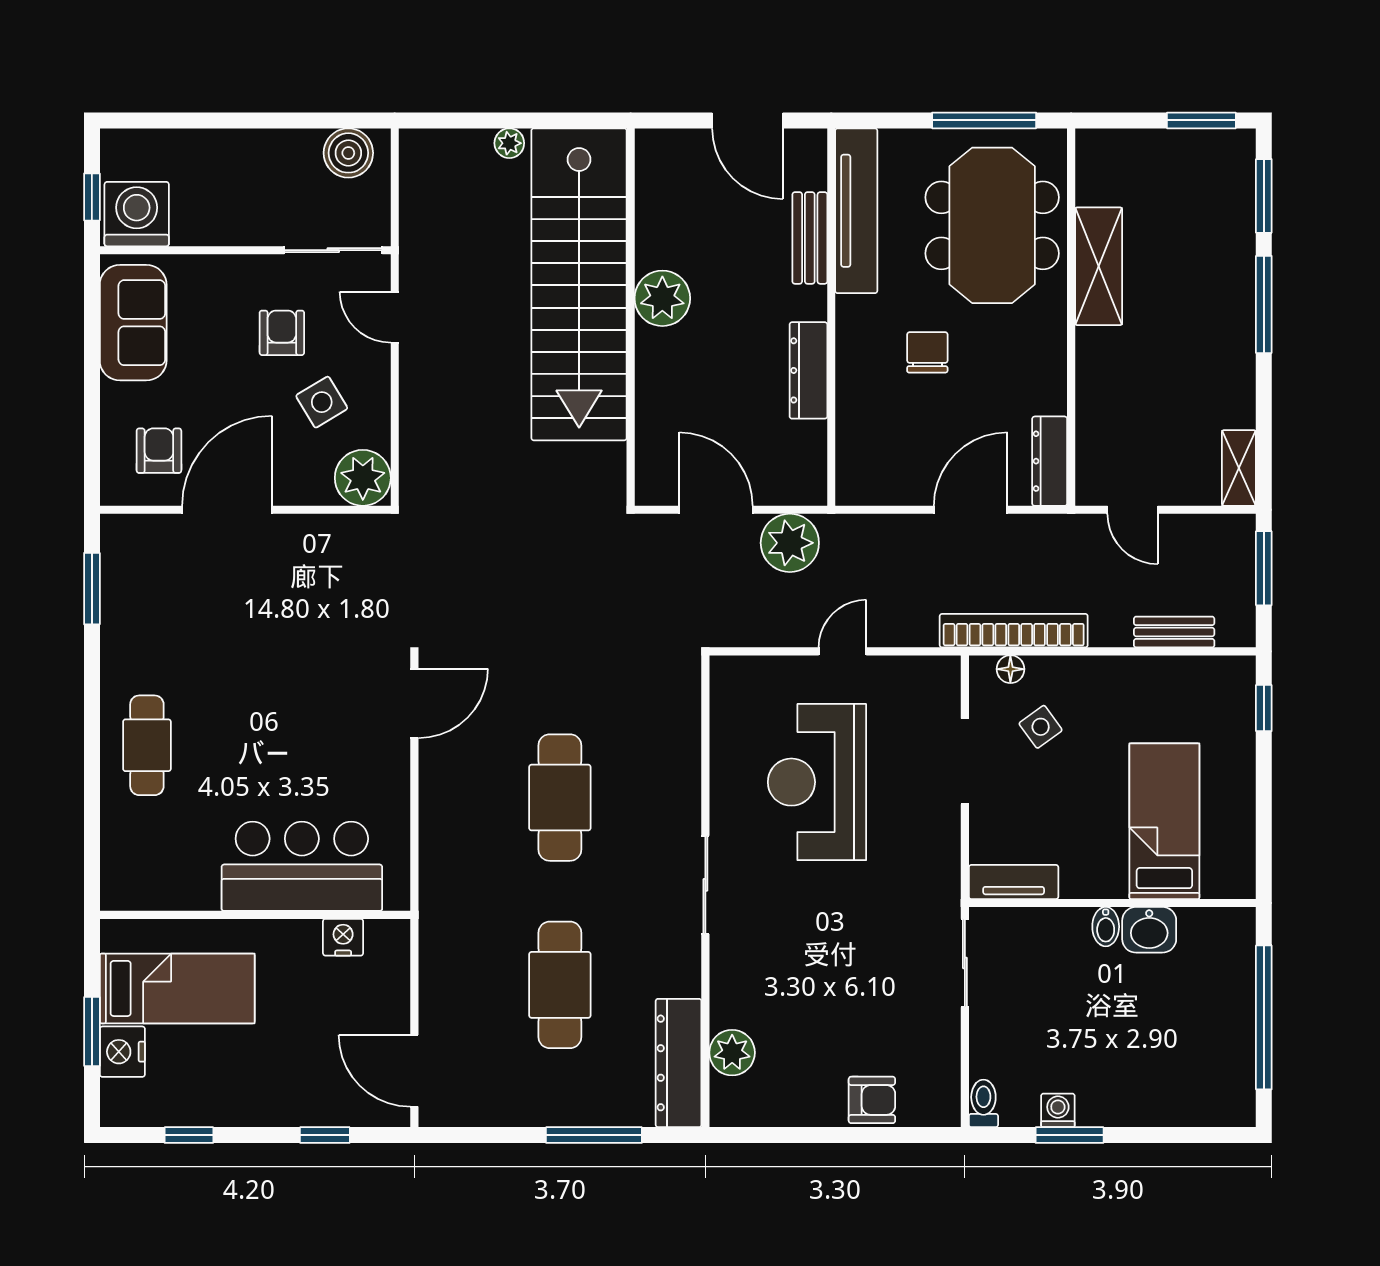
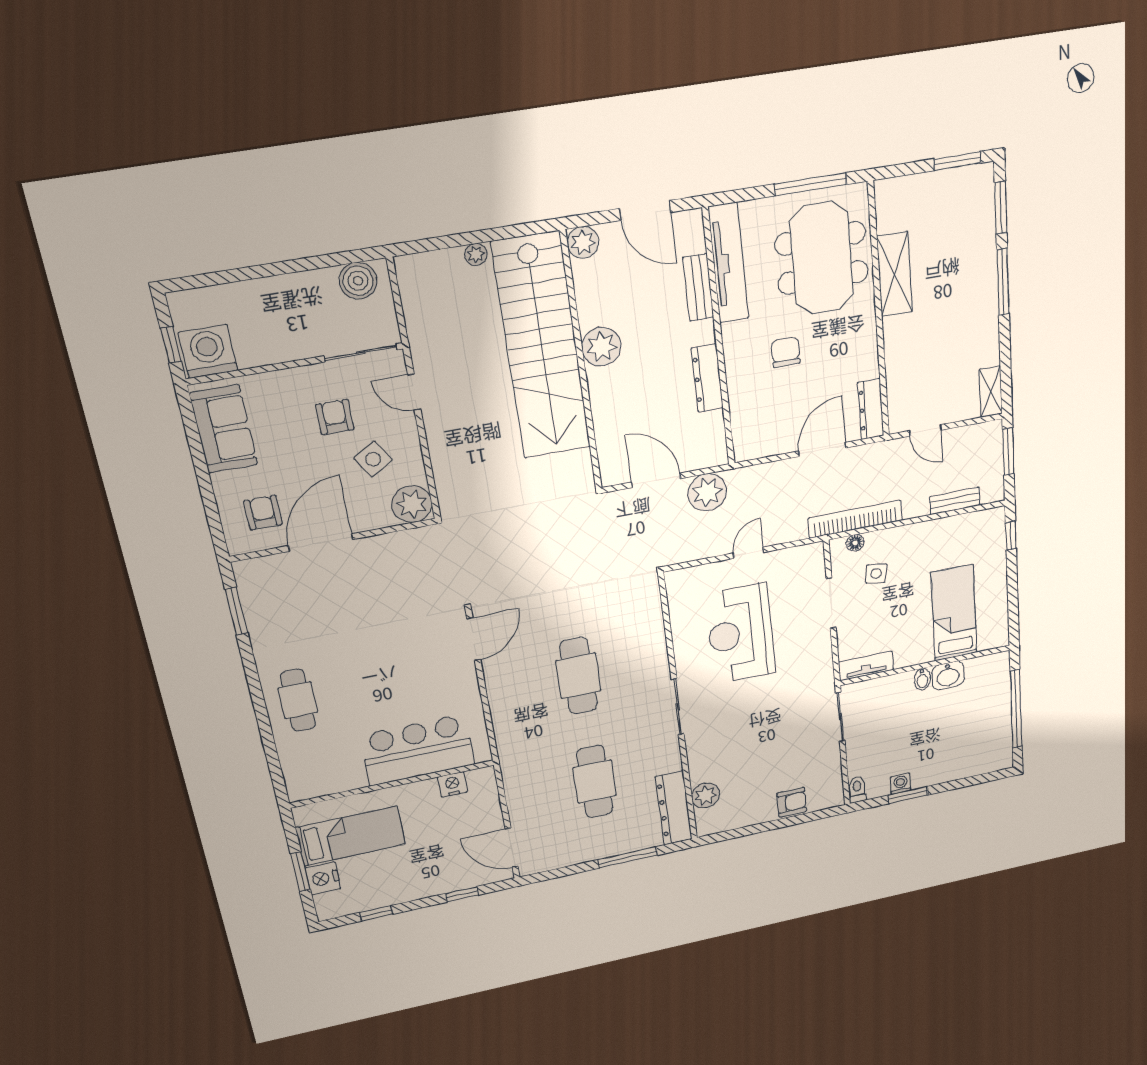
plant: (656, 150) -> (583, 242), added
side table: (1041, 727) -> (876, 573), turned 45

